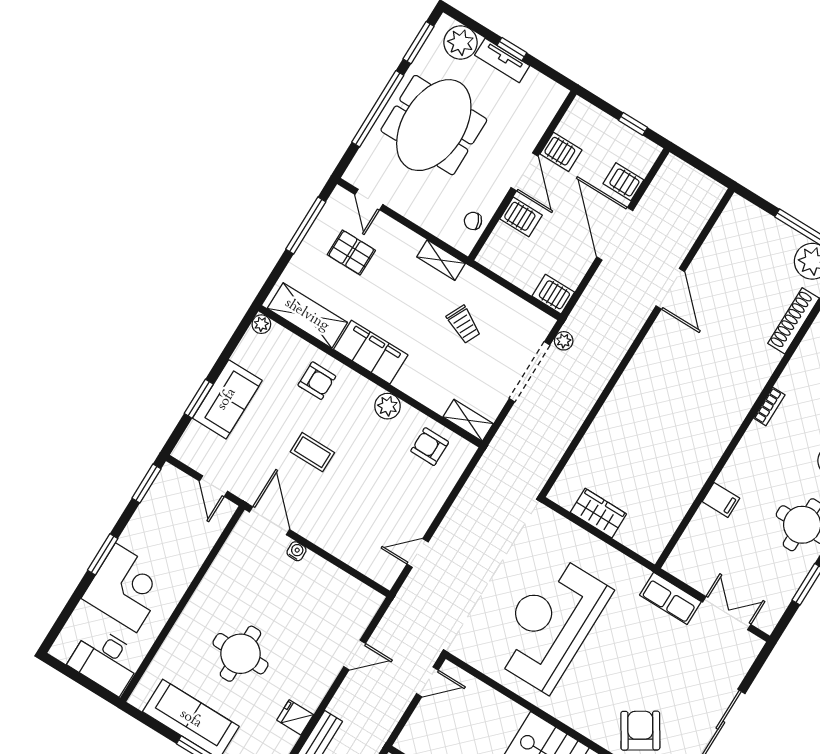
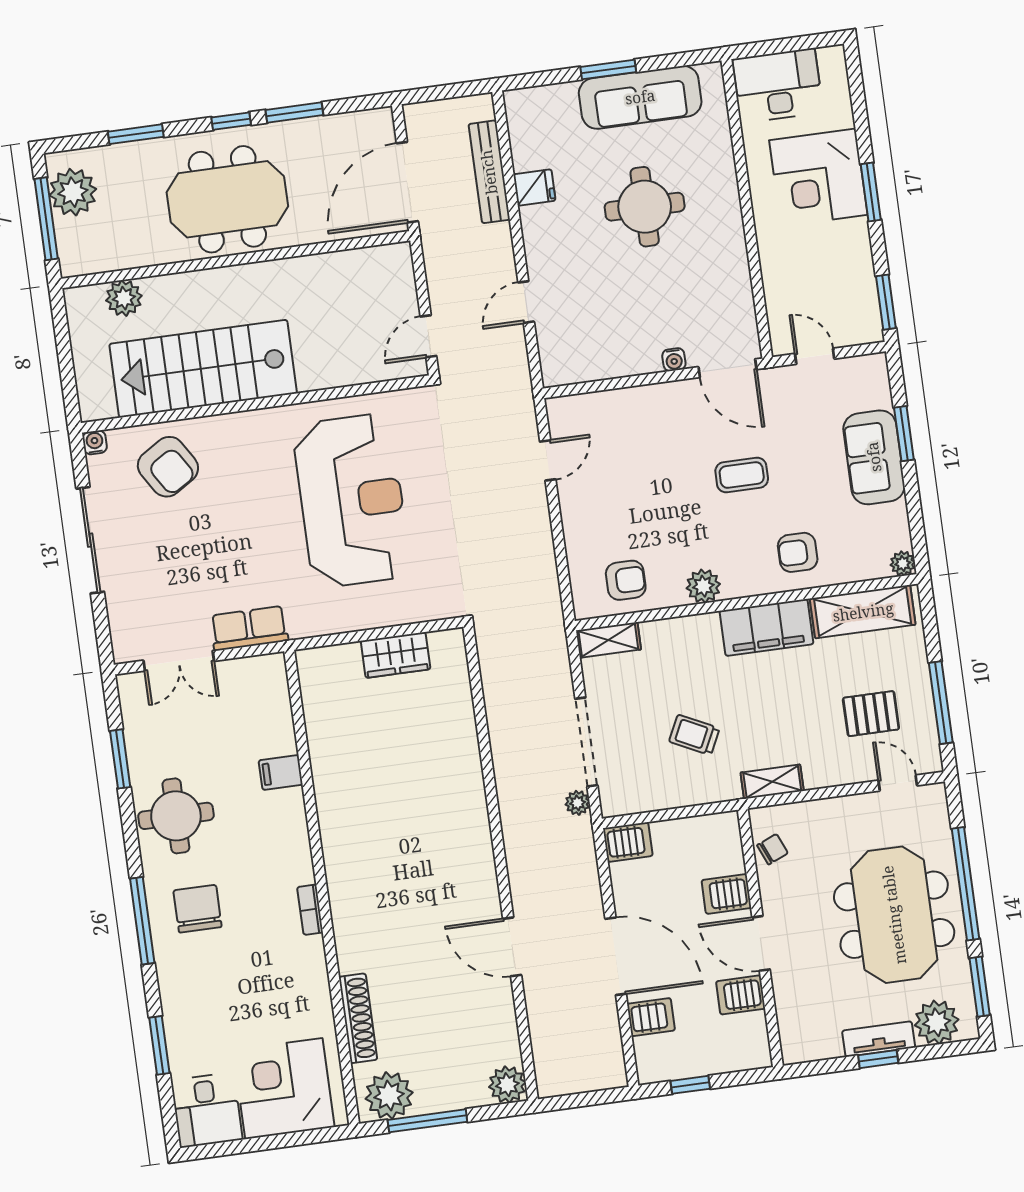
plant: (739, 211) -> (507, 1085), added

